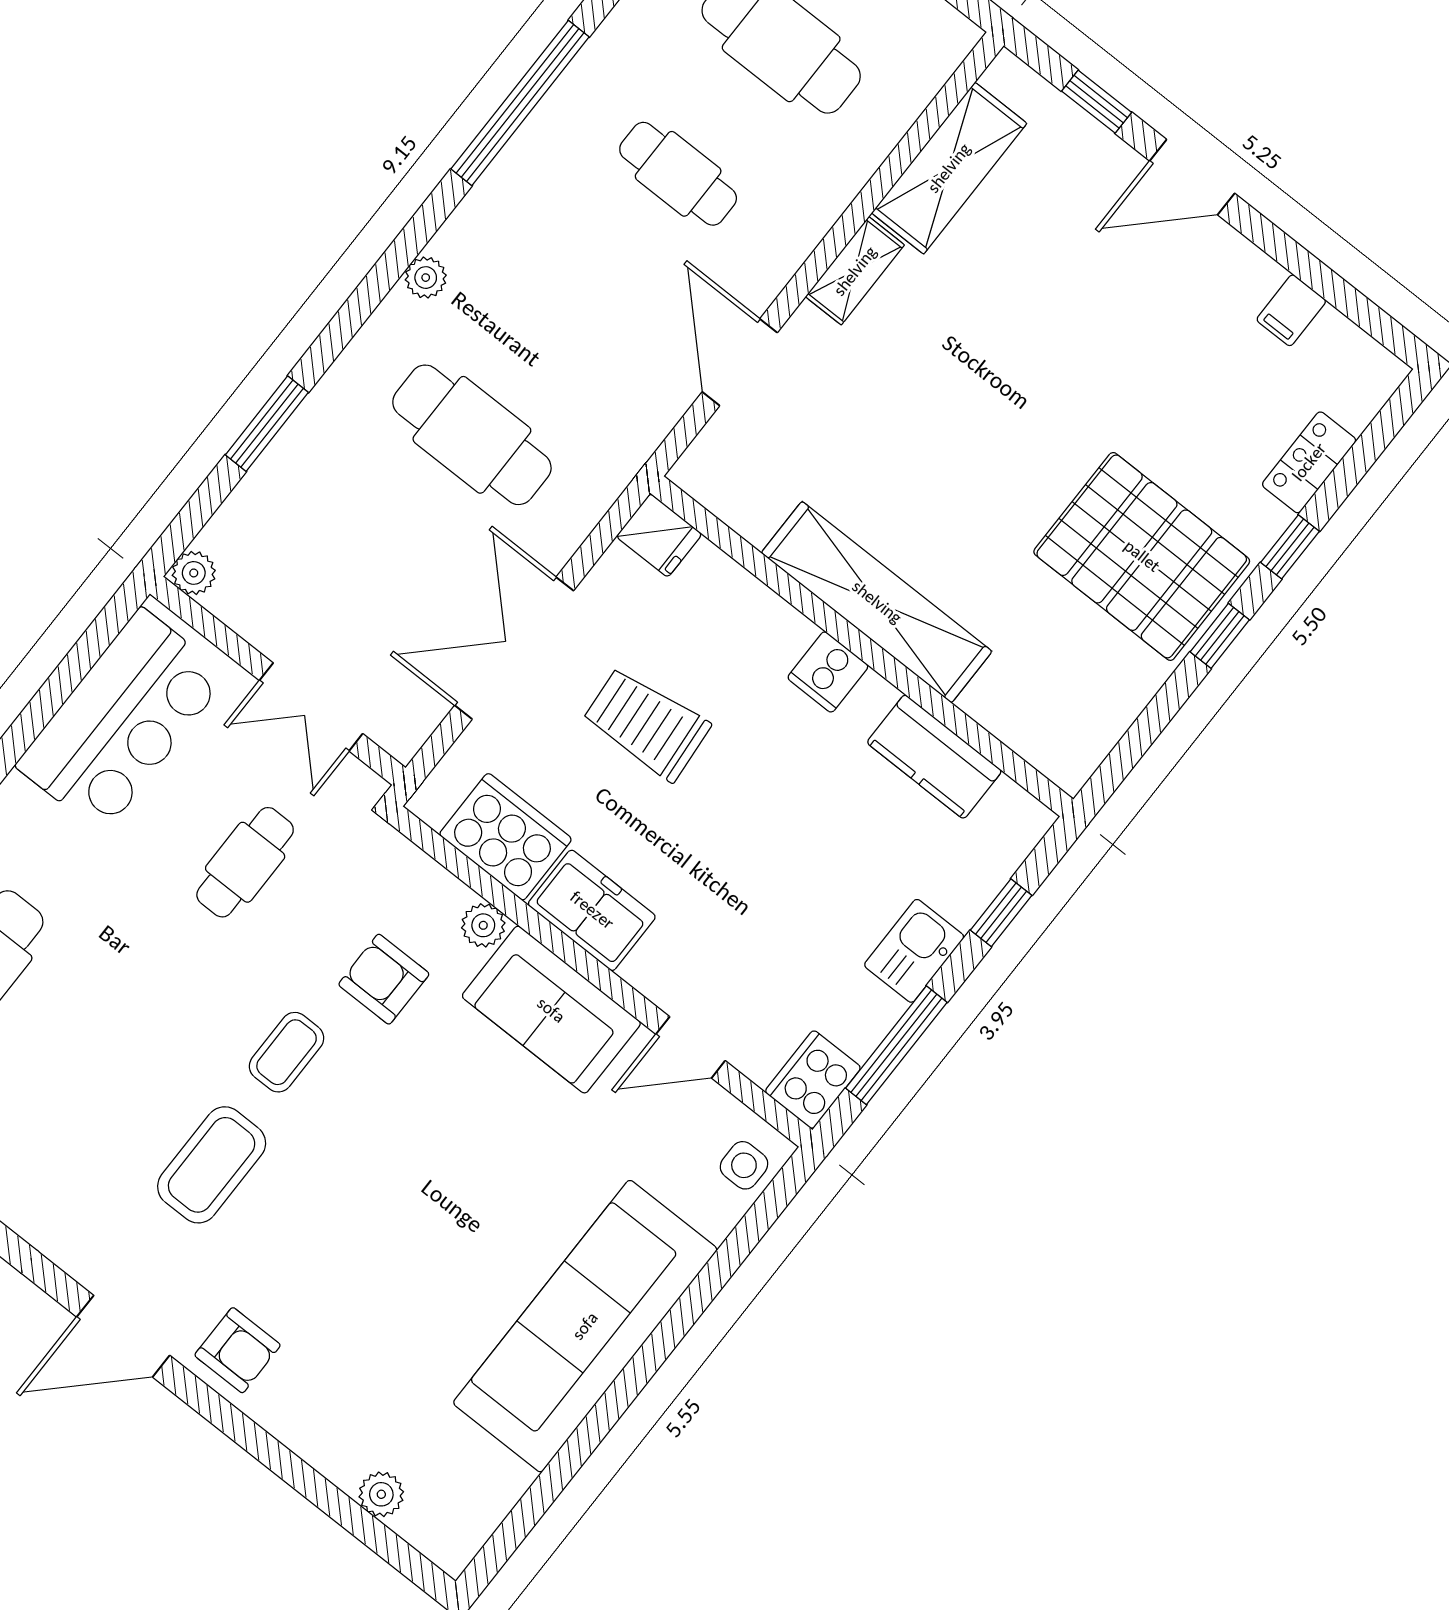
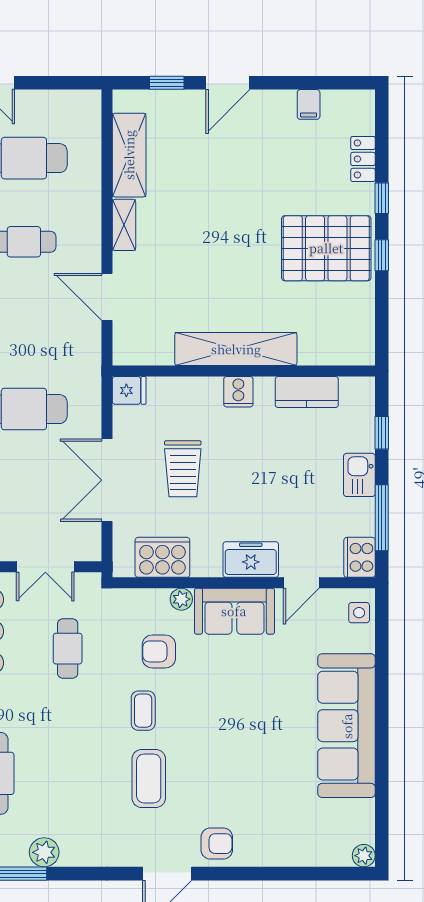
trolley: (646, 724) -> (183, 469), turned -85
freezer: (592, 910) -> (251, 559), moved
plant: (381, 1494) -> (364, 856), moved

